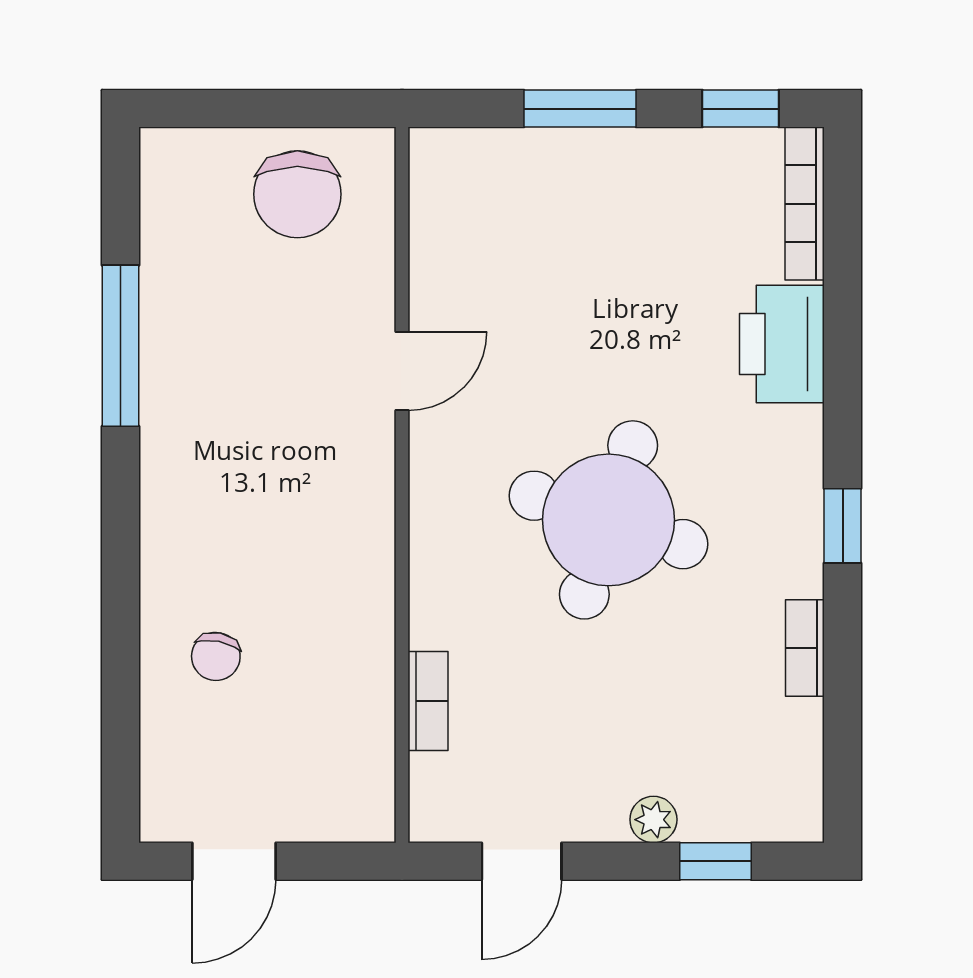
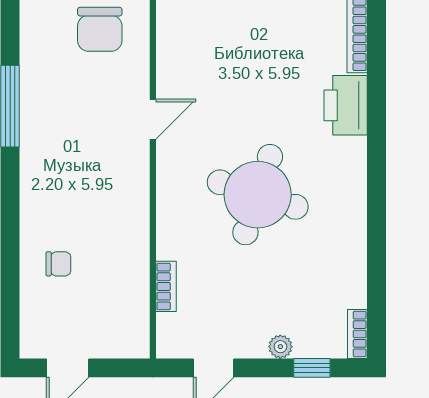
window: (843, 526) -> (376, 198), removed
bookcase: (805, 648) -> (357, 334), moved
chair: (216, 656) -> (58, 264), turned -101

